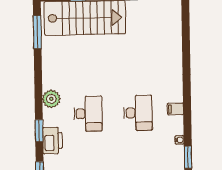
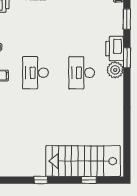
window: (37, 32) -> (127, 149), removed
plant: (51, 99) -> (115, 70), moved

